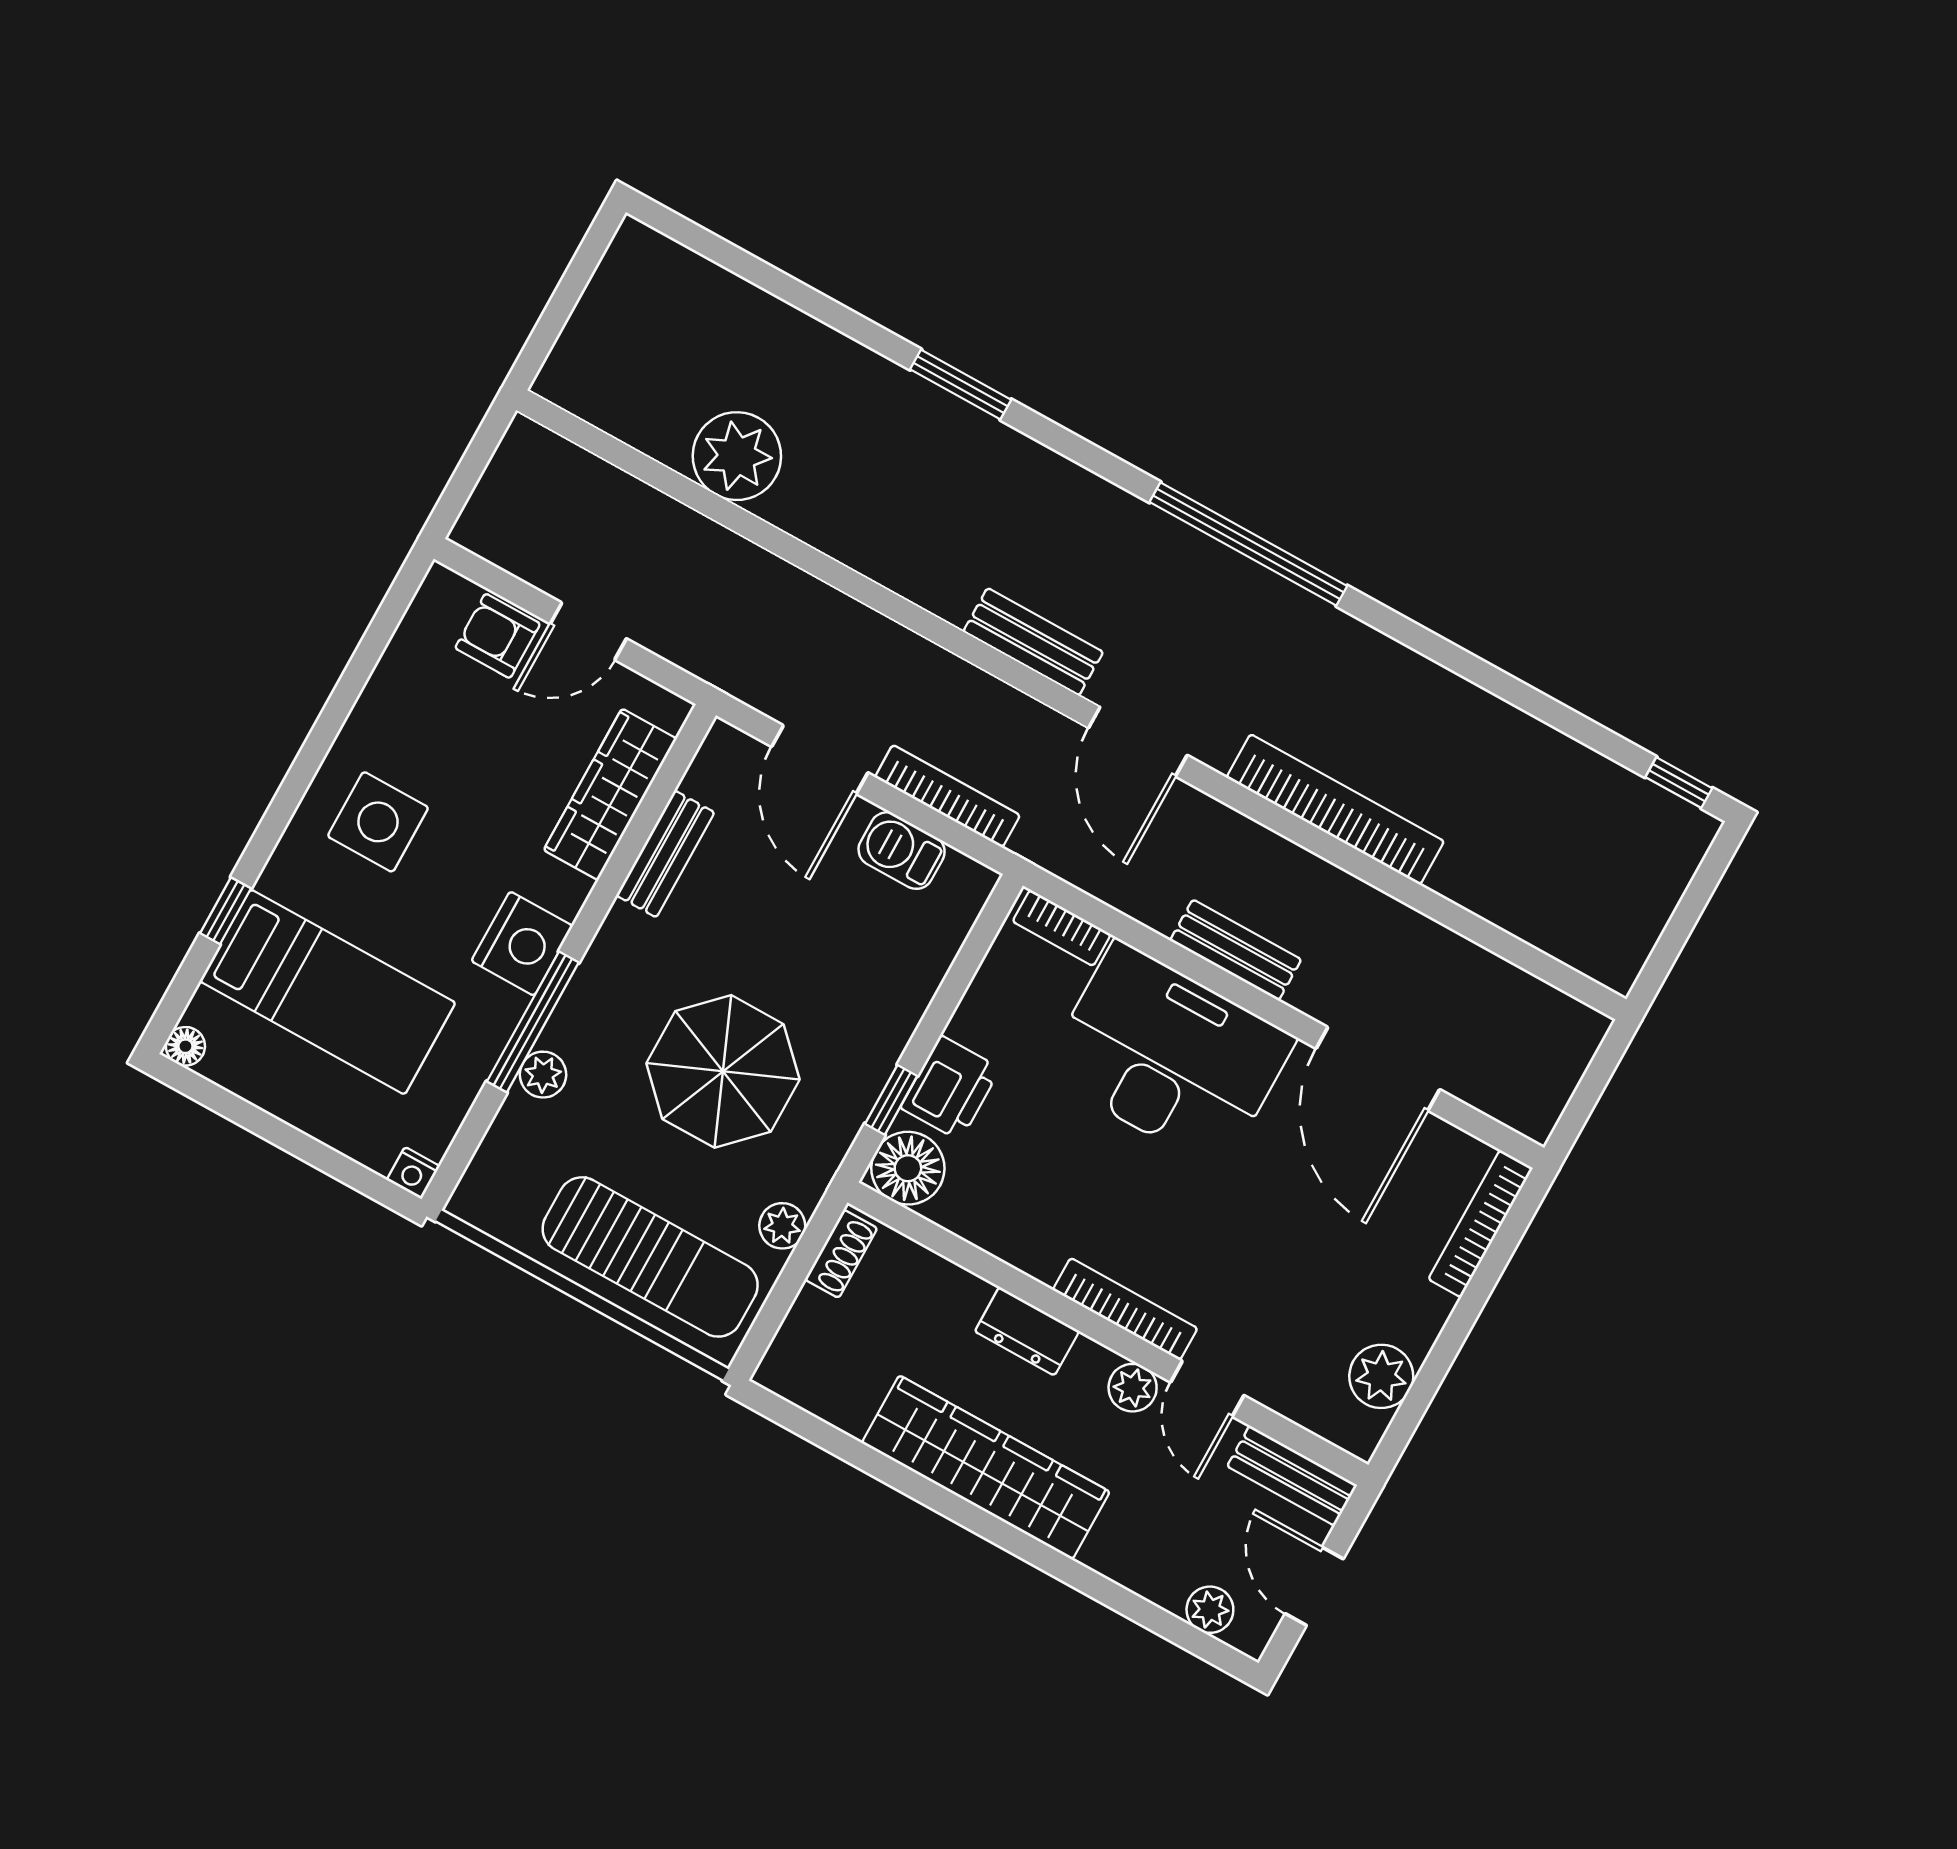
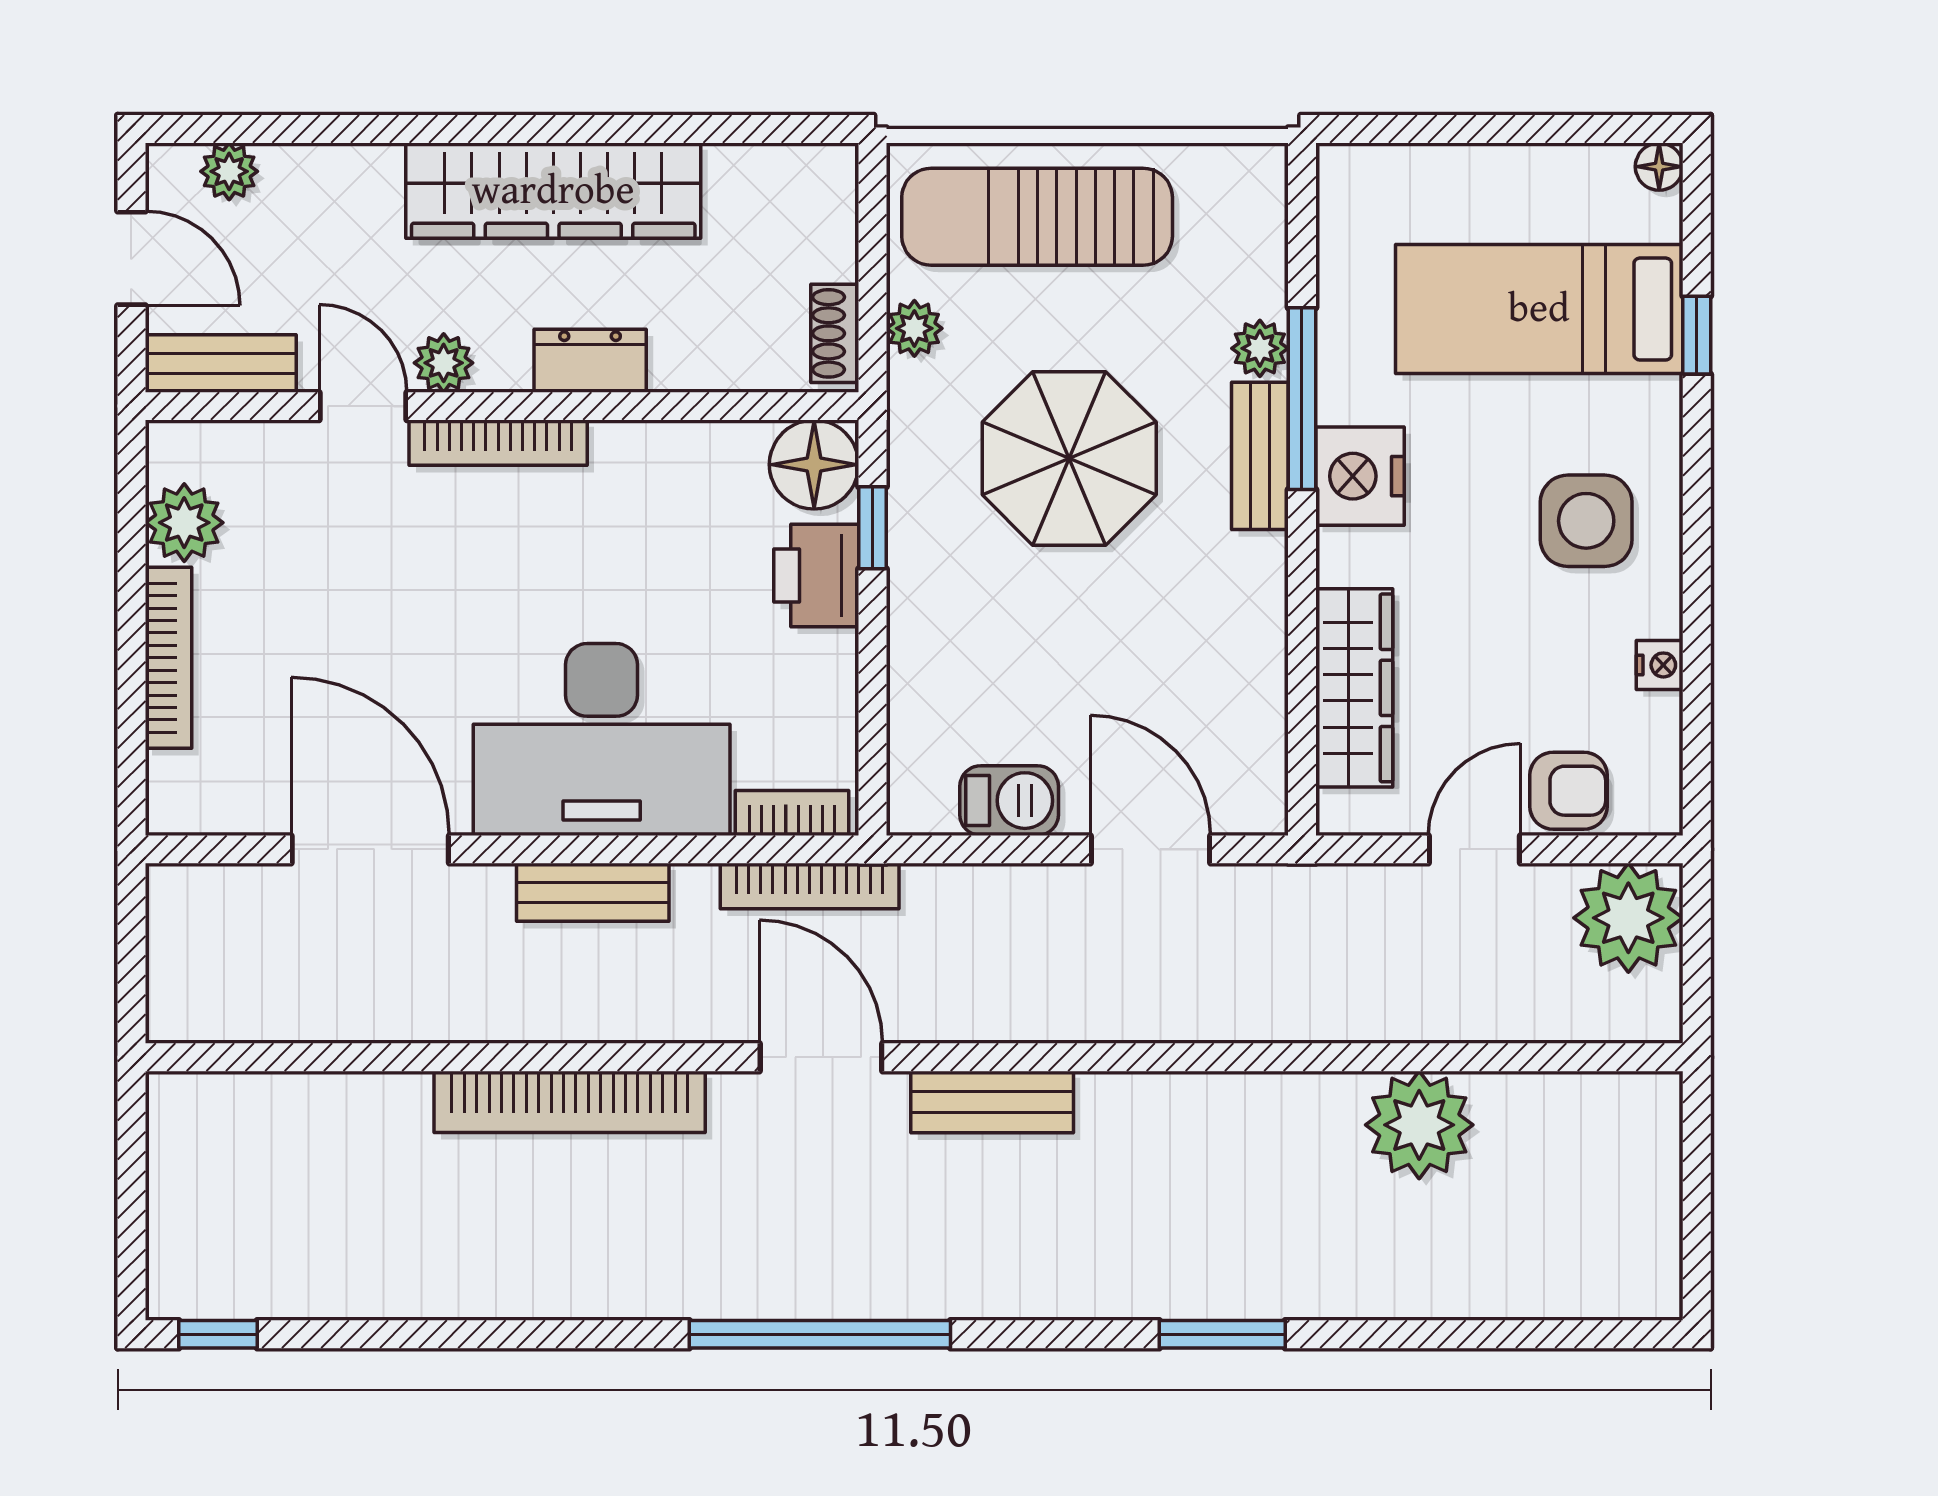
plant: (505, 521) -> (1628, 918), added
bookcase: (947, 796) -> (810, 886), moved
bench: (665, 854) -> (1260, 456), moved
nightstand: (413, 1173) -> (1660, 665), moved, turned 90
bookcase: (1481, 1224) -> (168, 658), moved

